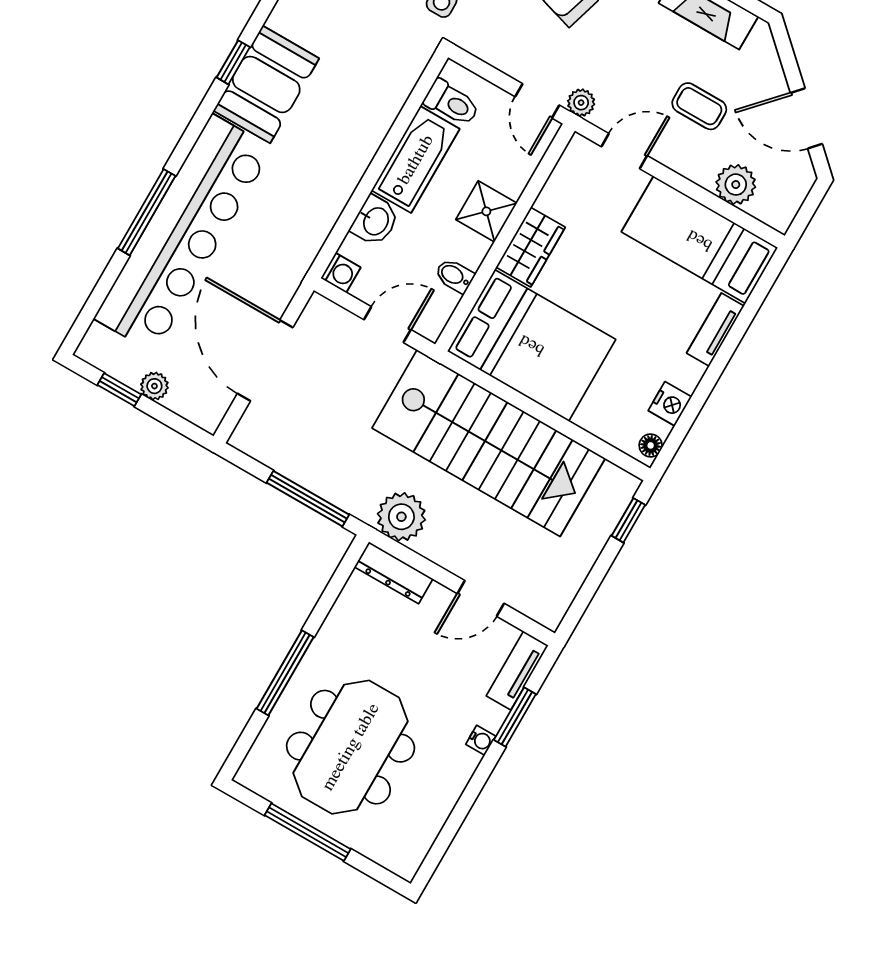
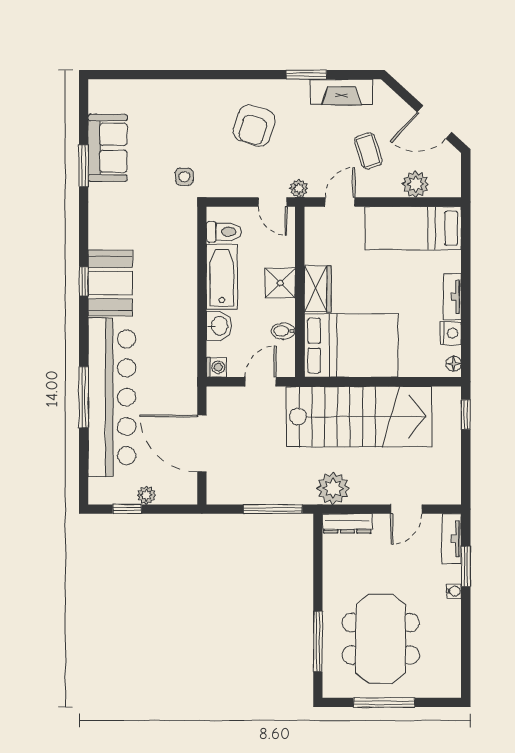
coffee table: (699, 106) -> (368, 151), turned 72
tv unit: (715, 330) -> (452, 297), moved
window: (285, 673) -> (318, 641), moved

